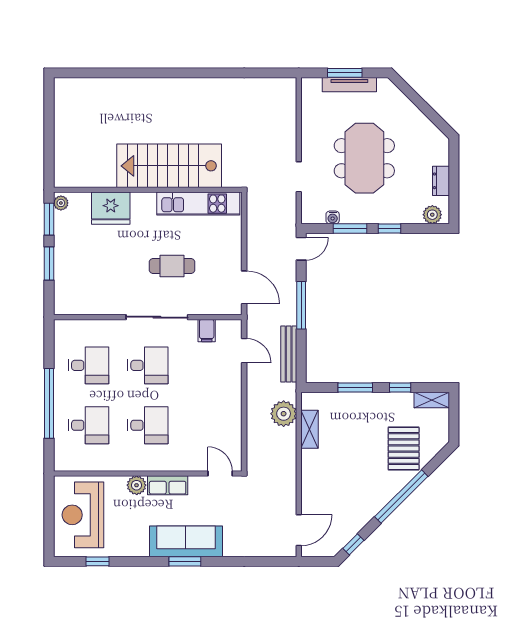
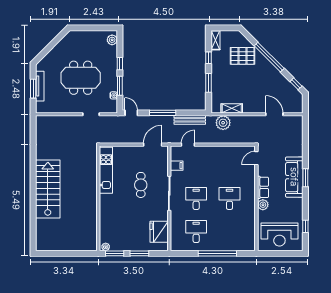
stairs: (169, 166) -> (48, 189), moved, turned 180
dresser: (441, 181) -> (93, 35), removed
fridge: (111, 208) -> (159, 232), moved, turned 180
desk: (89, 425) -> (230, 231), removed
door: (299, 530) -> (274, 114), moved

